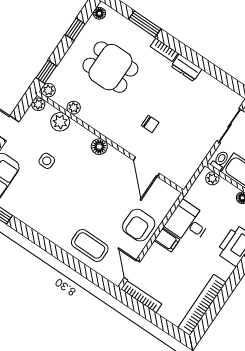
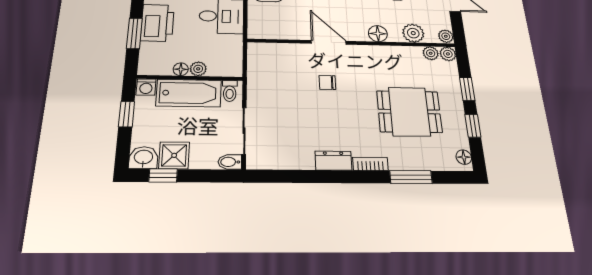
window: (46, 72) -> (467, 89), moved
plant: (74, 108) -> (431, 53), moved
floor lamp: (99, 147) -> (378, 34), moved
door: (146, 167) -> (329, 42), moved
plant: (212, 178) -> (198, 69), moved

